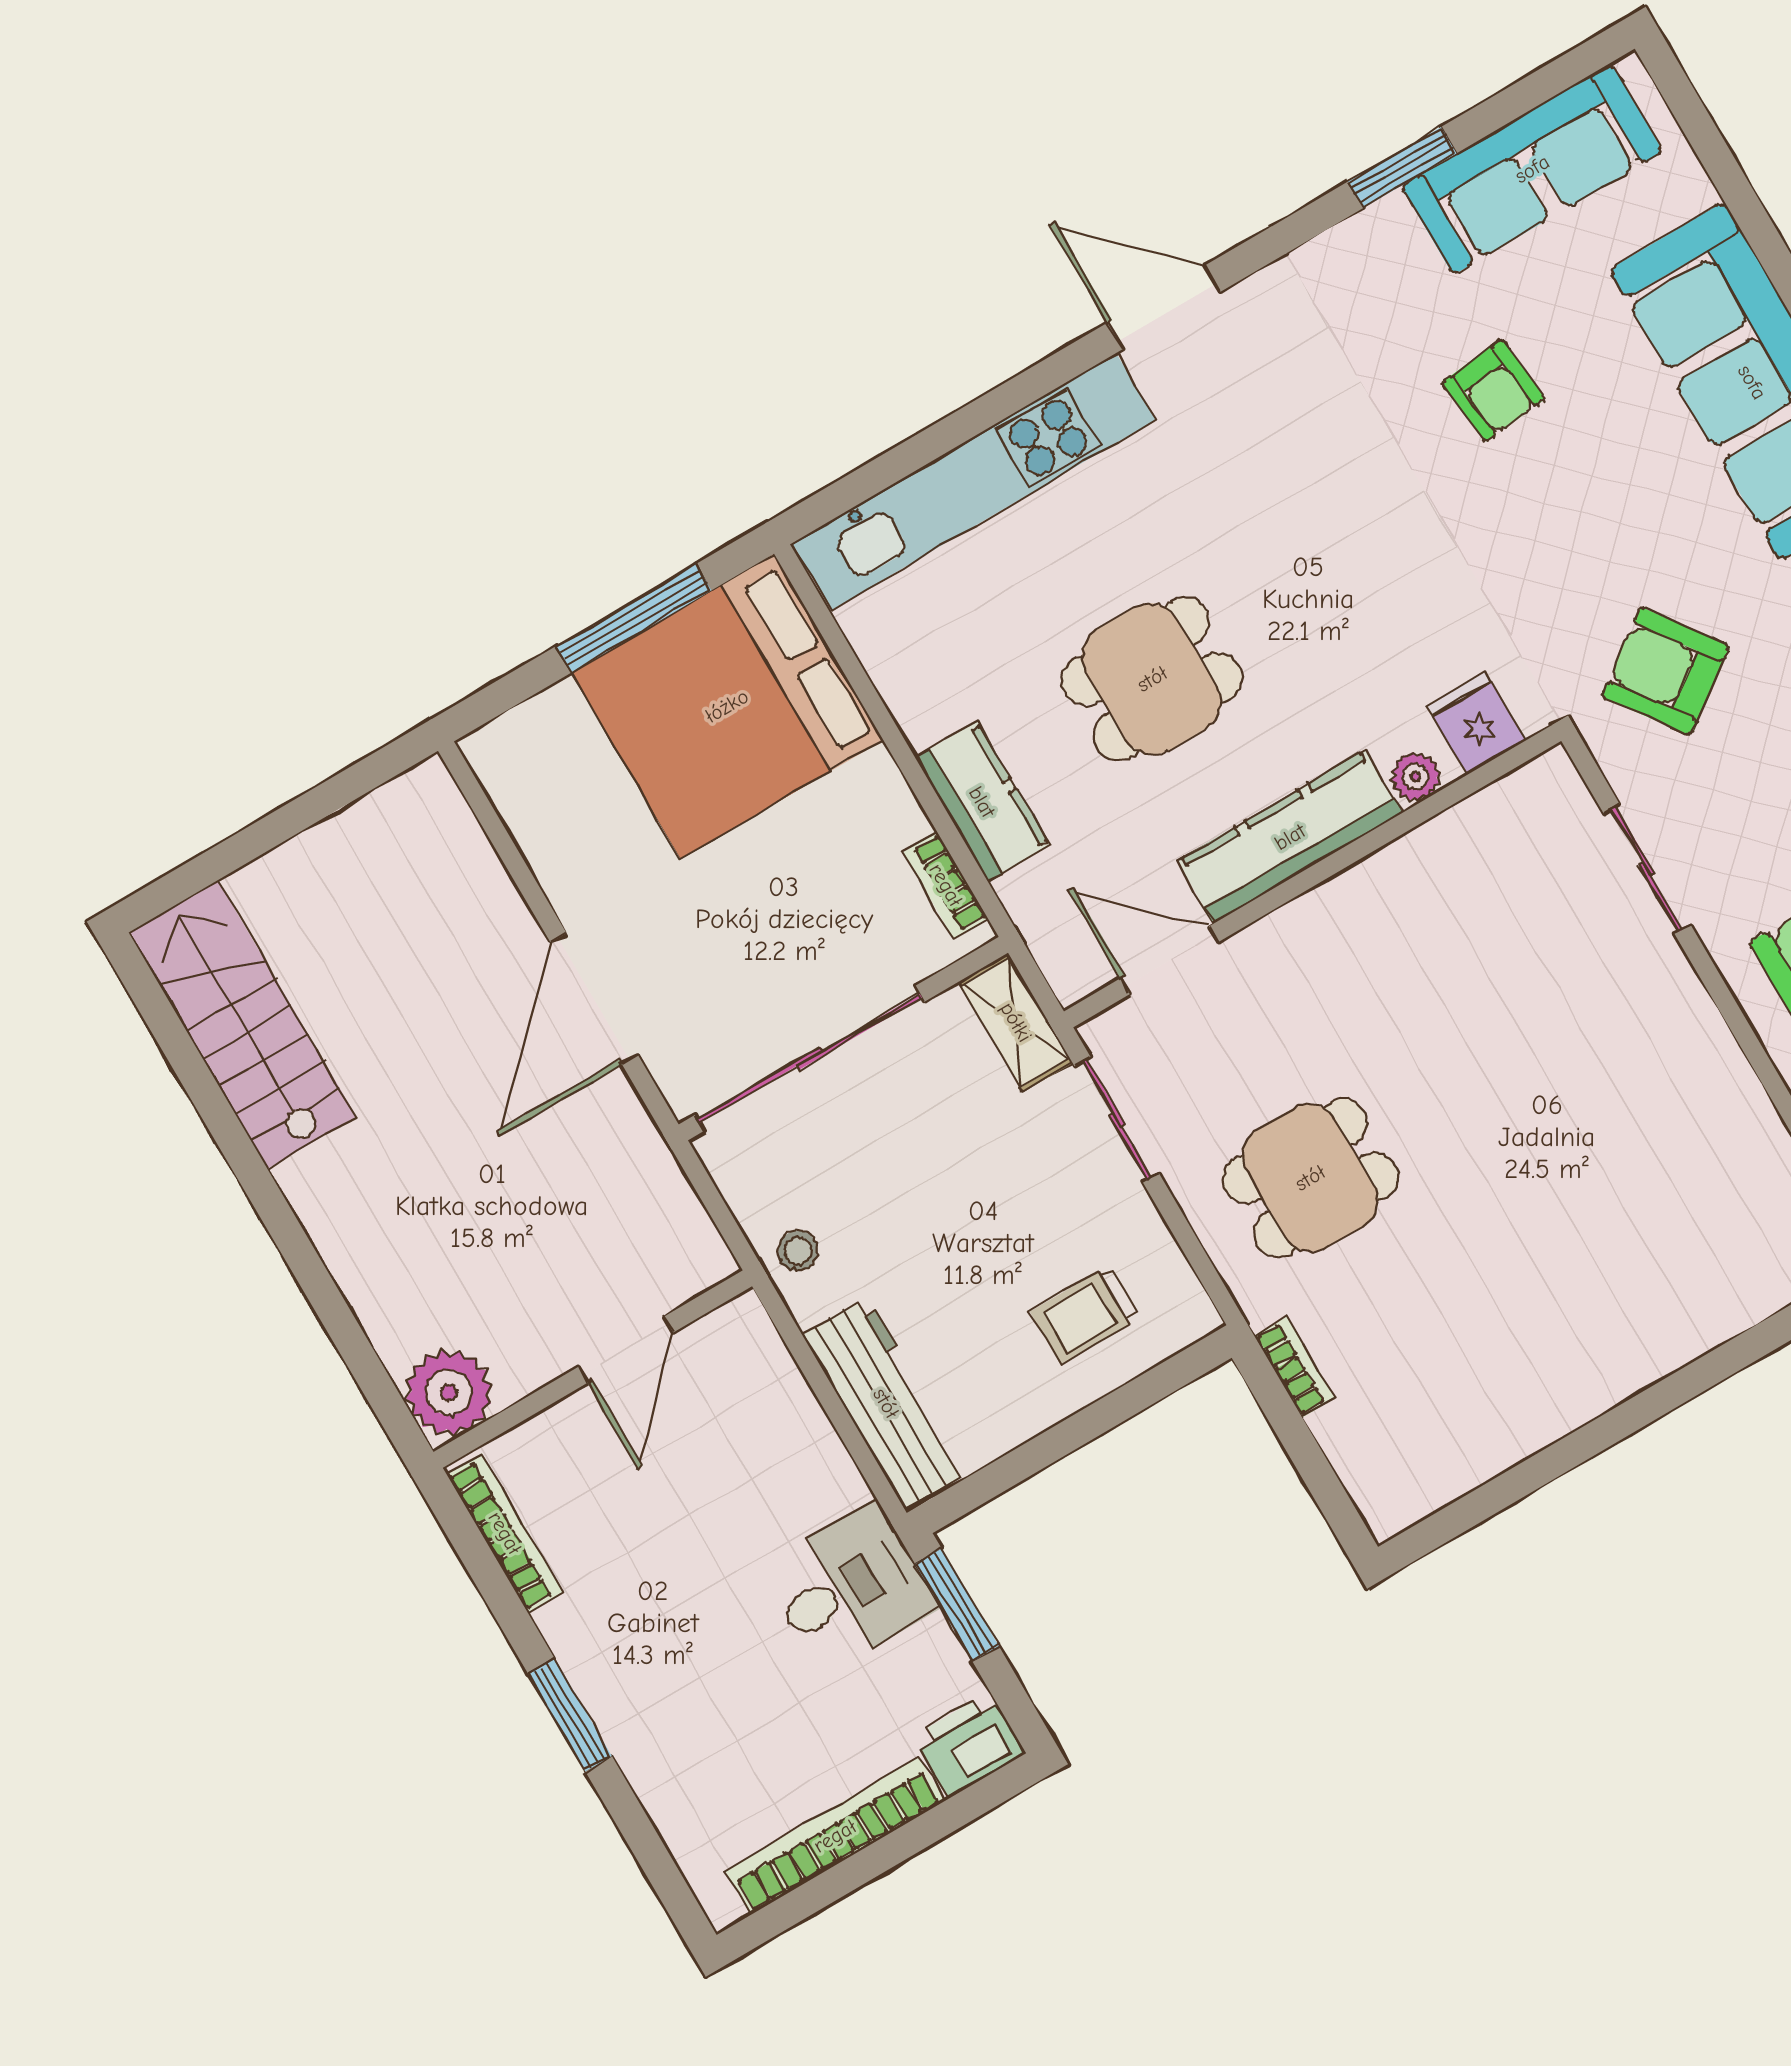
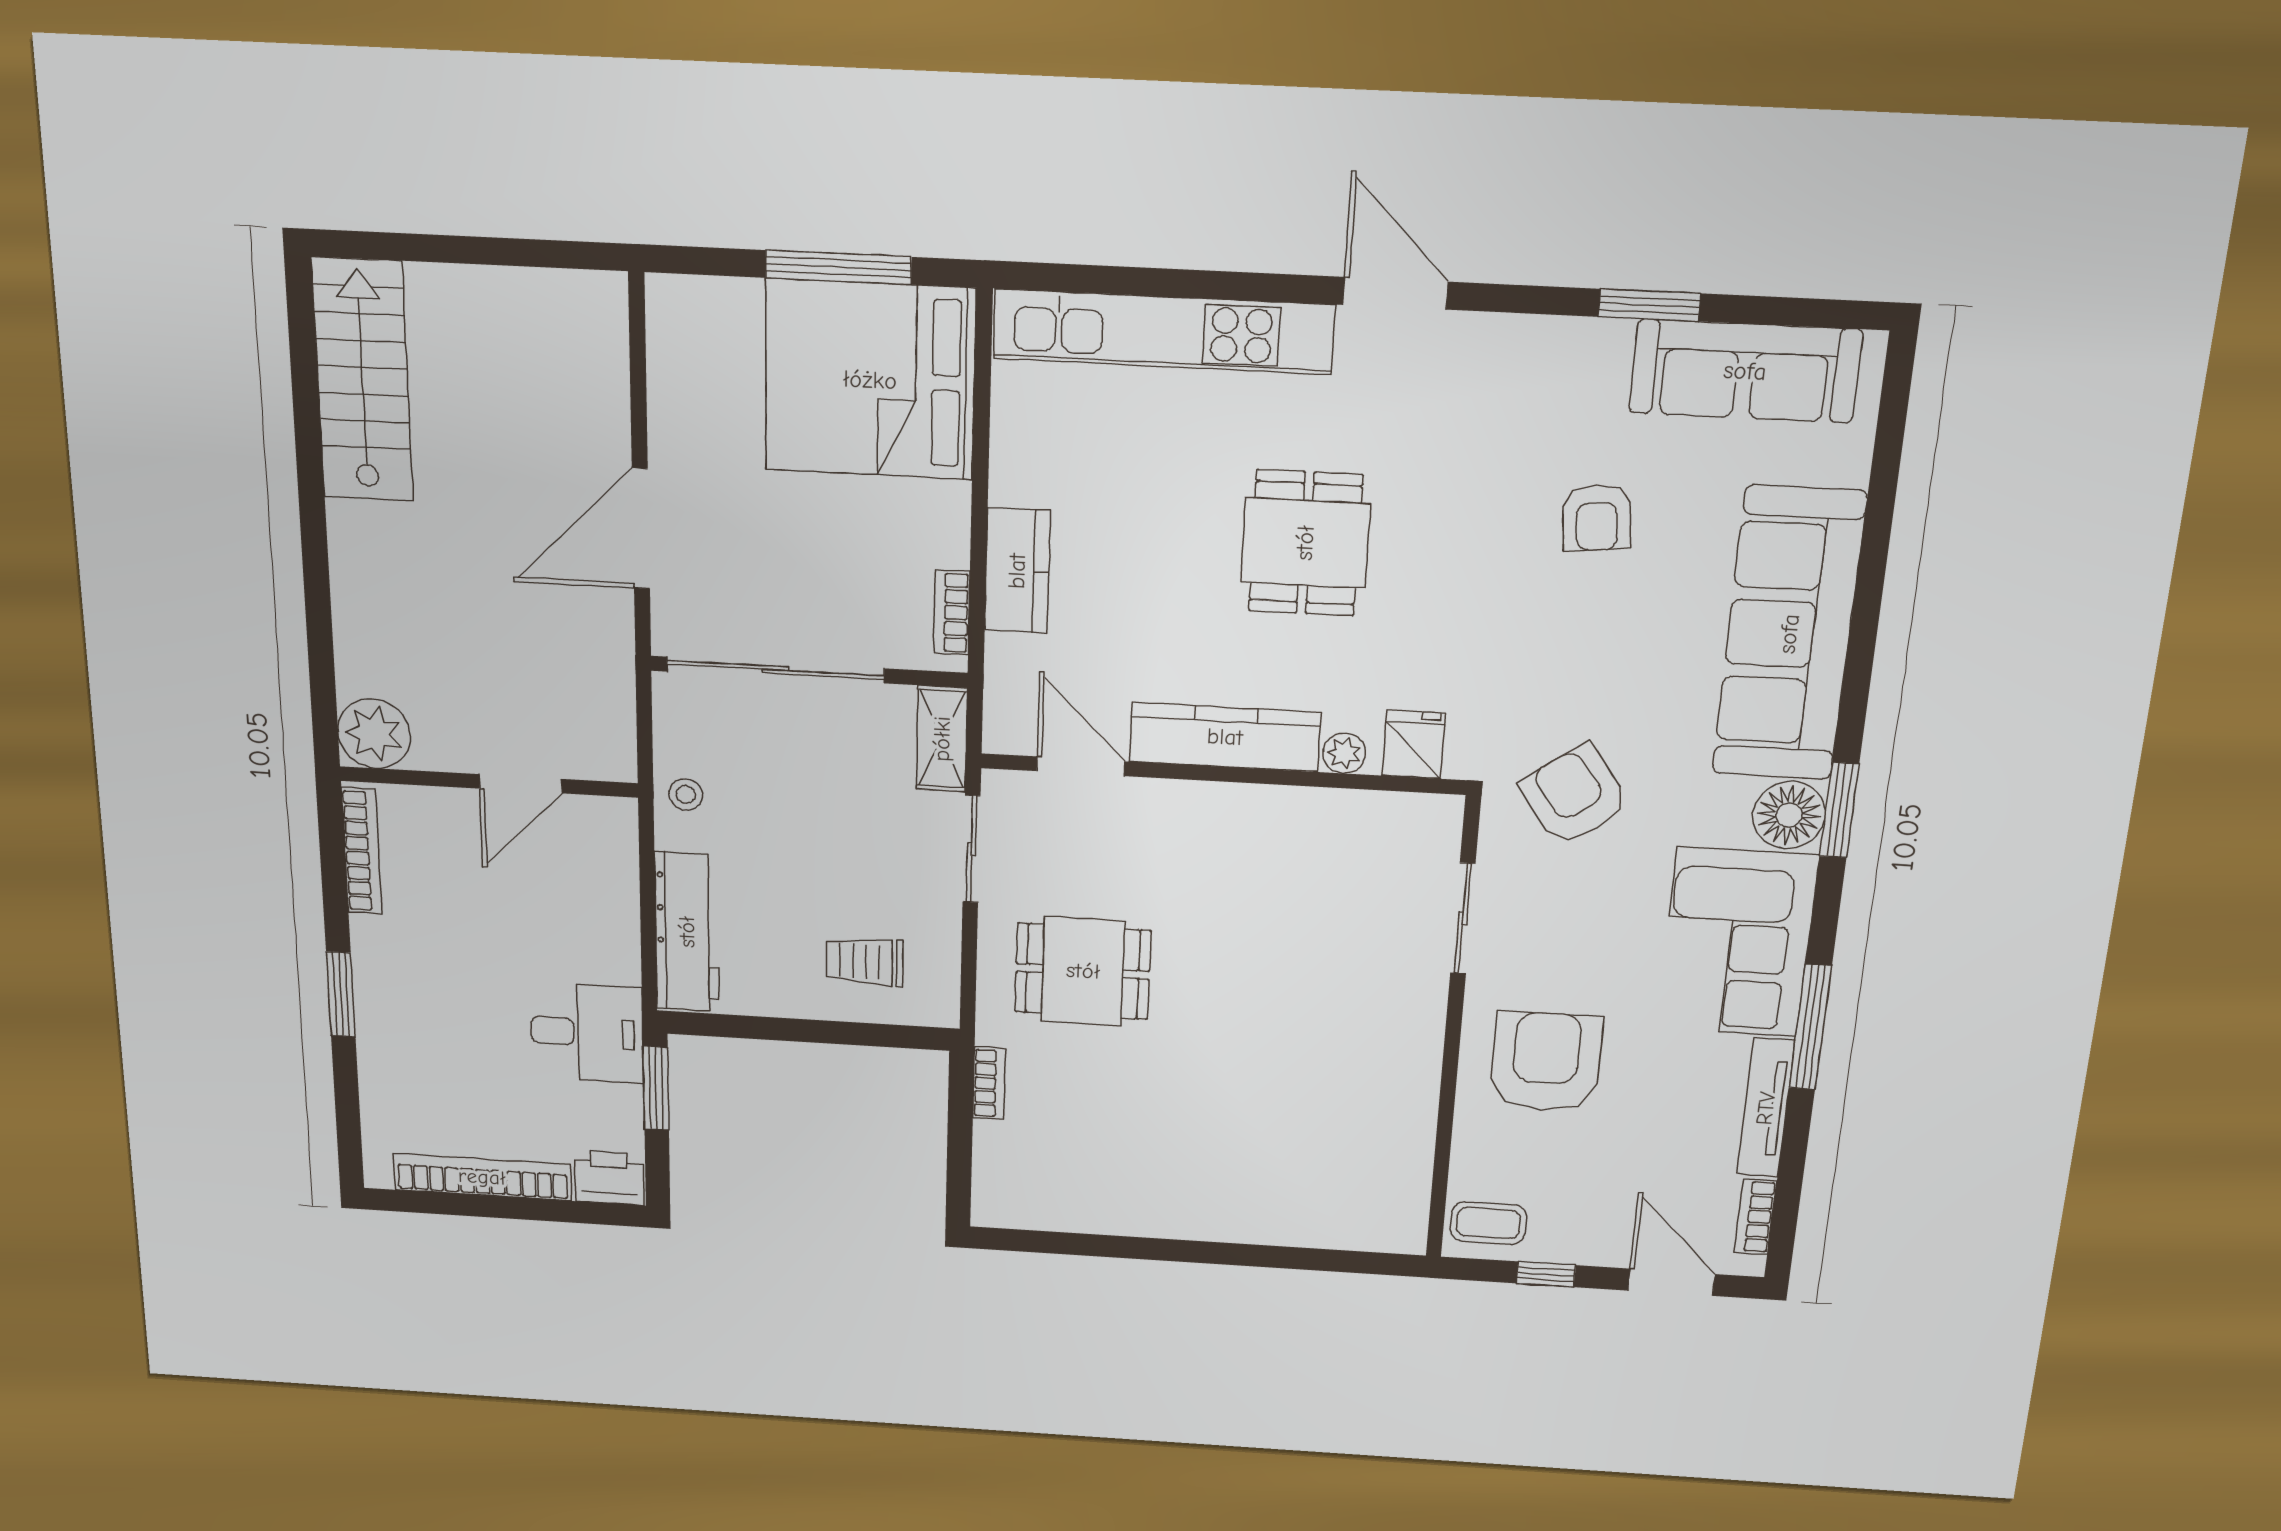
dining table: (1152, 679) -> (1305, 543), moved, turned 90

